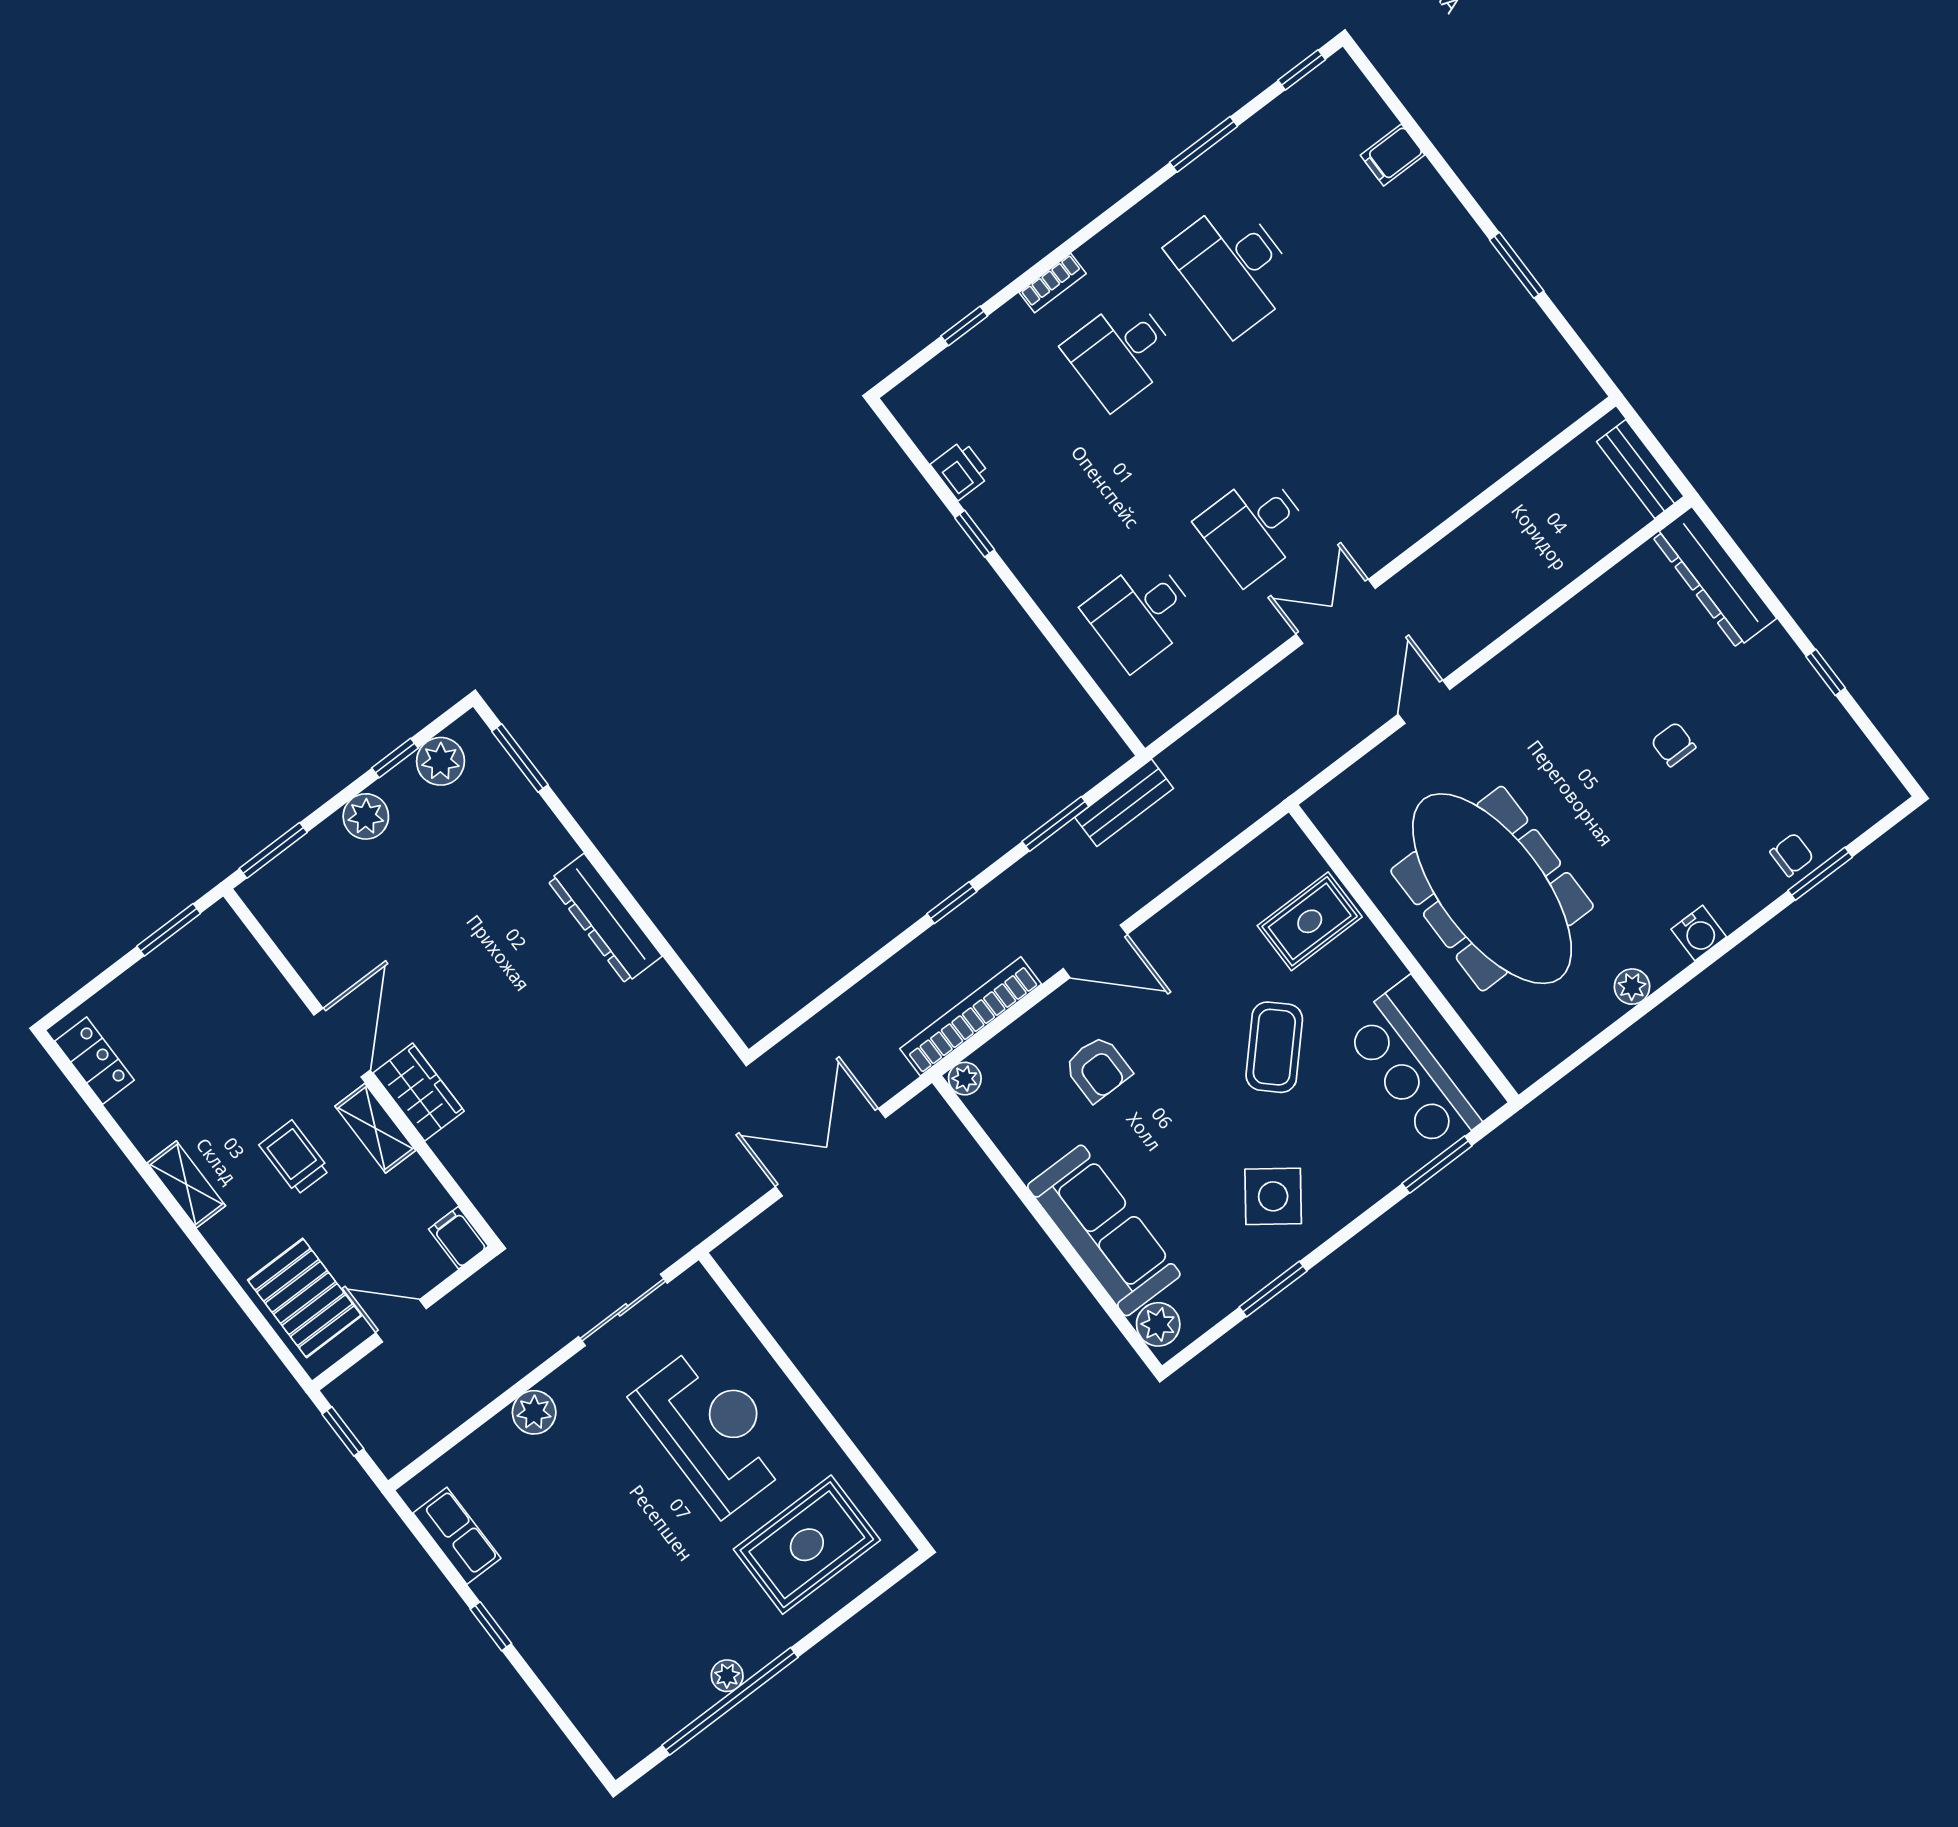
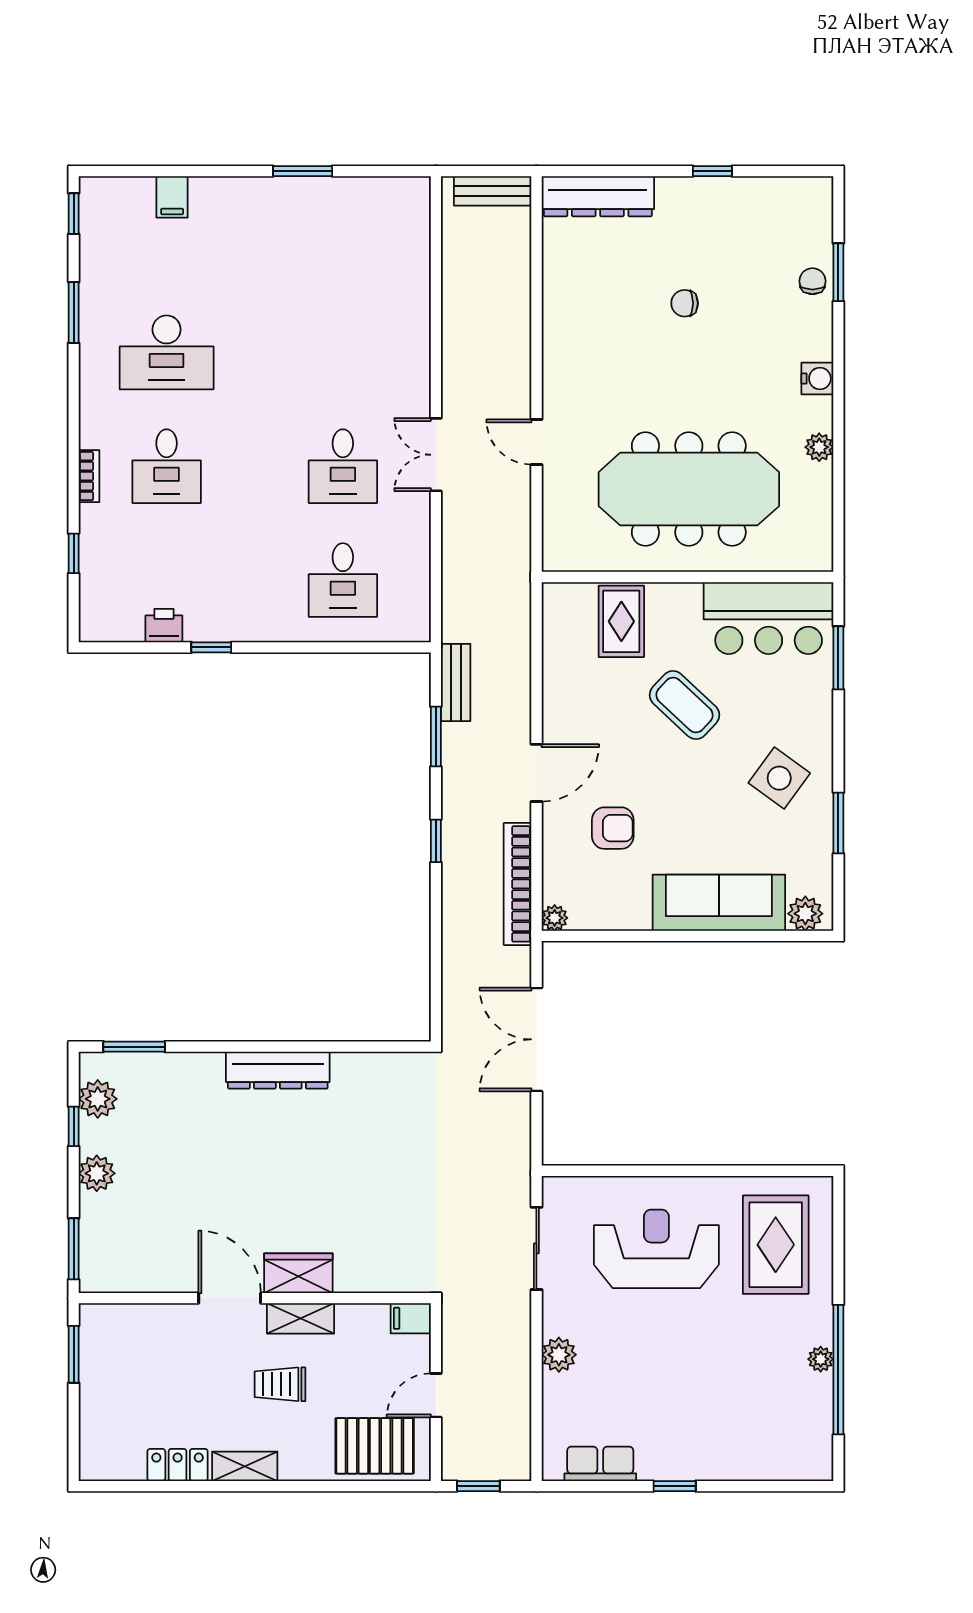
locker: (95, 1061) -> (178, 1465), moved

